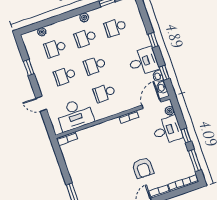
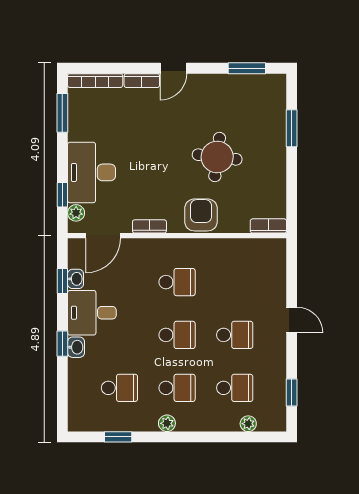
window: (29, 67) -> (292, 392), moved
washbasin: (162, 88) -> (76, 347), moved
door: (41, 104) -> (292, 320), moved
desk: (75, 115) -> (241, 262), removed
desk: (167, 130) -> (92, 172), width x1.37
window: (186, 136) -> (62, 195), moved
round table: (106, 165) -> (217, 157), added
armchair: (143, 168) -> (201, 215), moved

